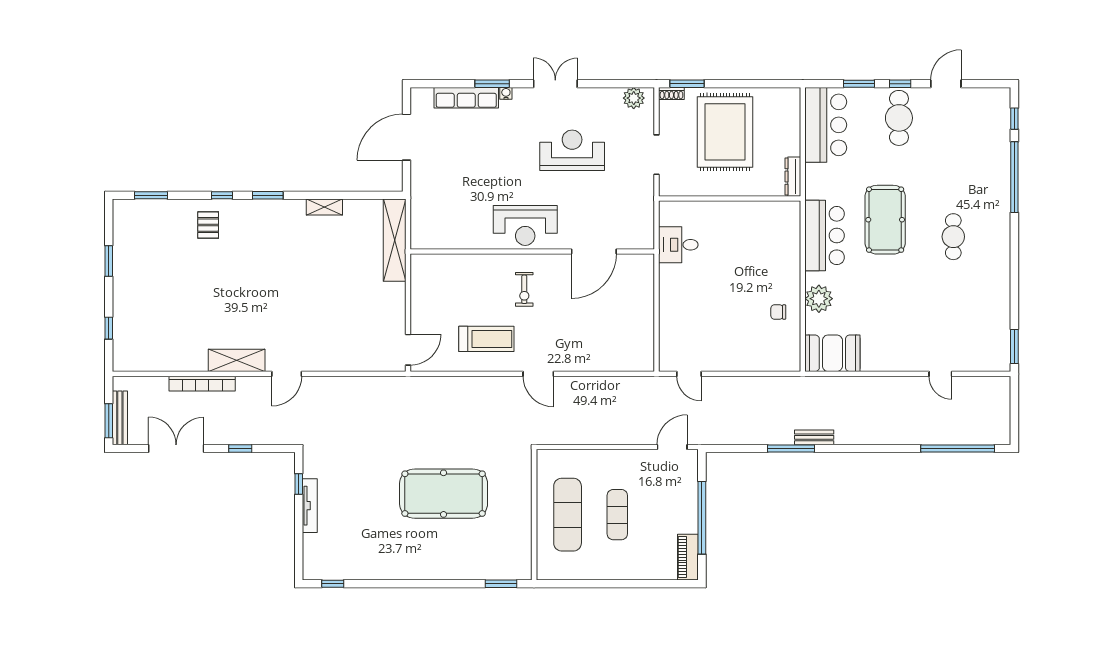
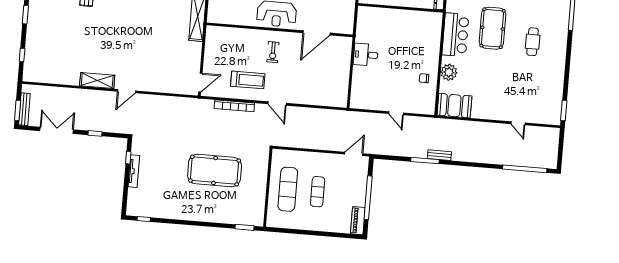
desk: (678, 245) -> (366, 55), moved
door: (689, 374) -> (396, 113), moved
bookcase: (202, 384) -> (234, 106), moved

